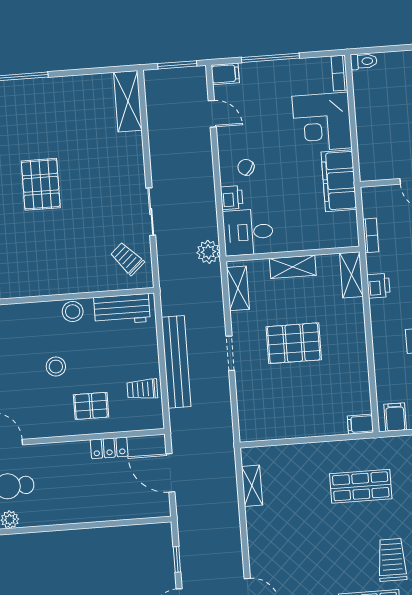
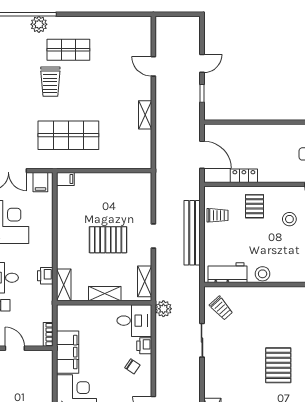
bookcase: (371, 235) -> (48, 334), moved
stool: (56, 367) -> (289, 219), moved
pallet: (91, 406) -> (254, 206), turned 90
shelving: (252, 486) -> (145, 115), moved
shop shelf: (361, 486) -> (68, 135), width x1.43, depth x1.36

